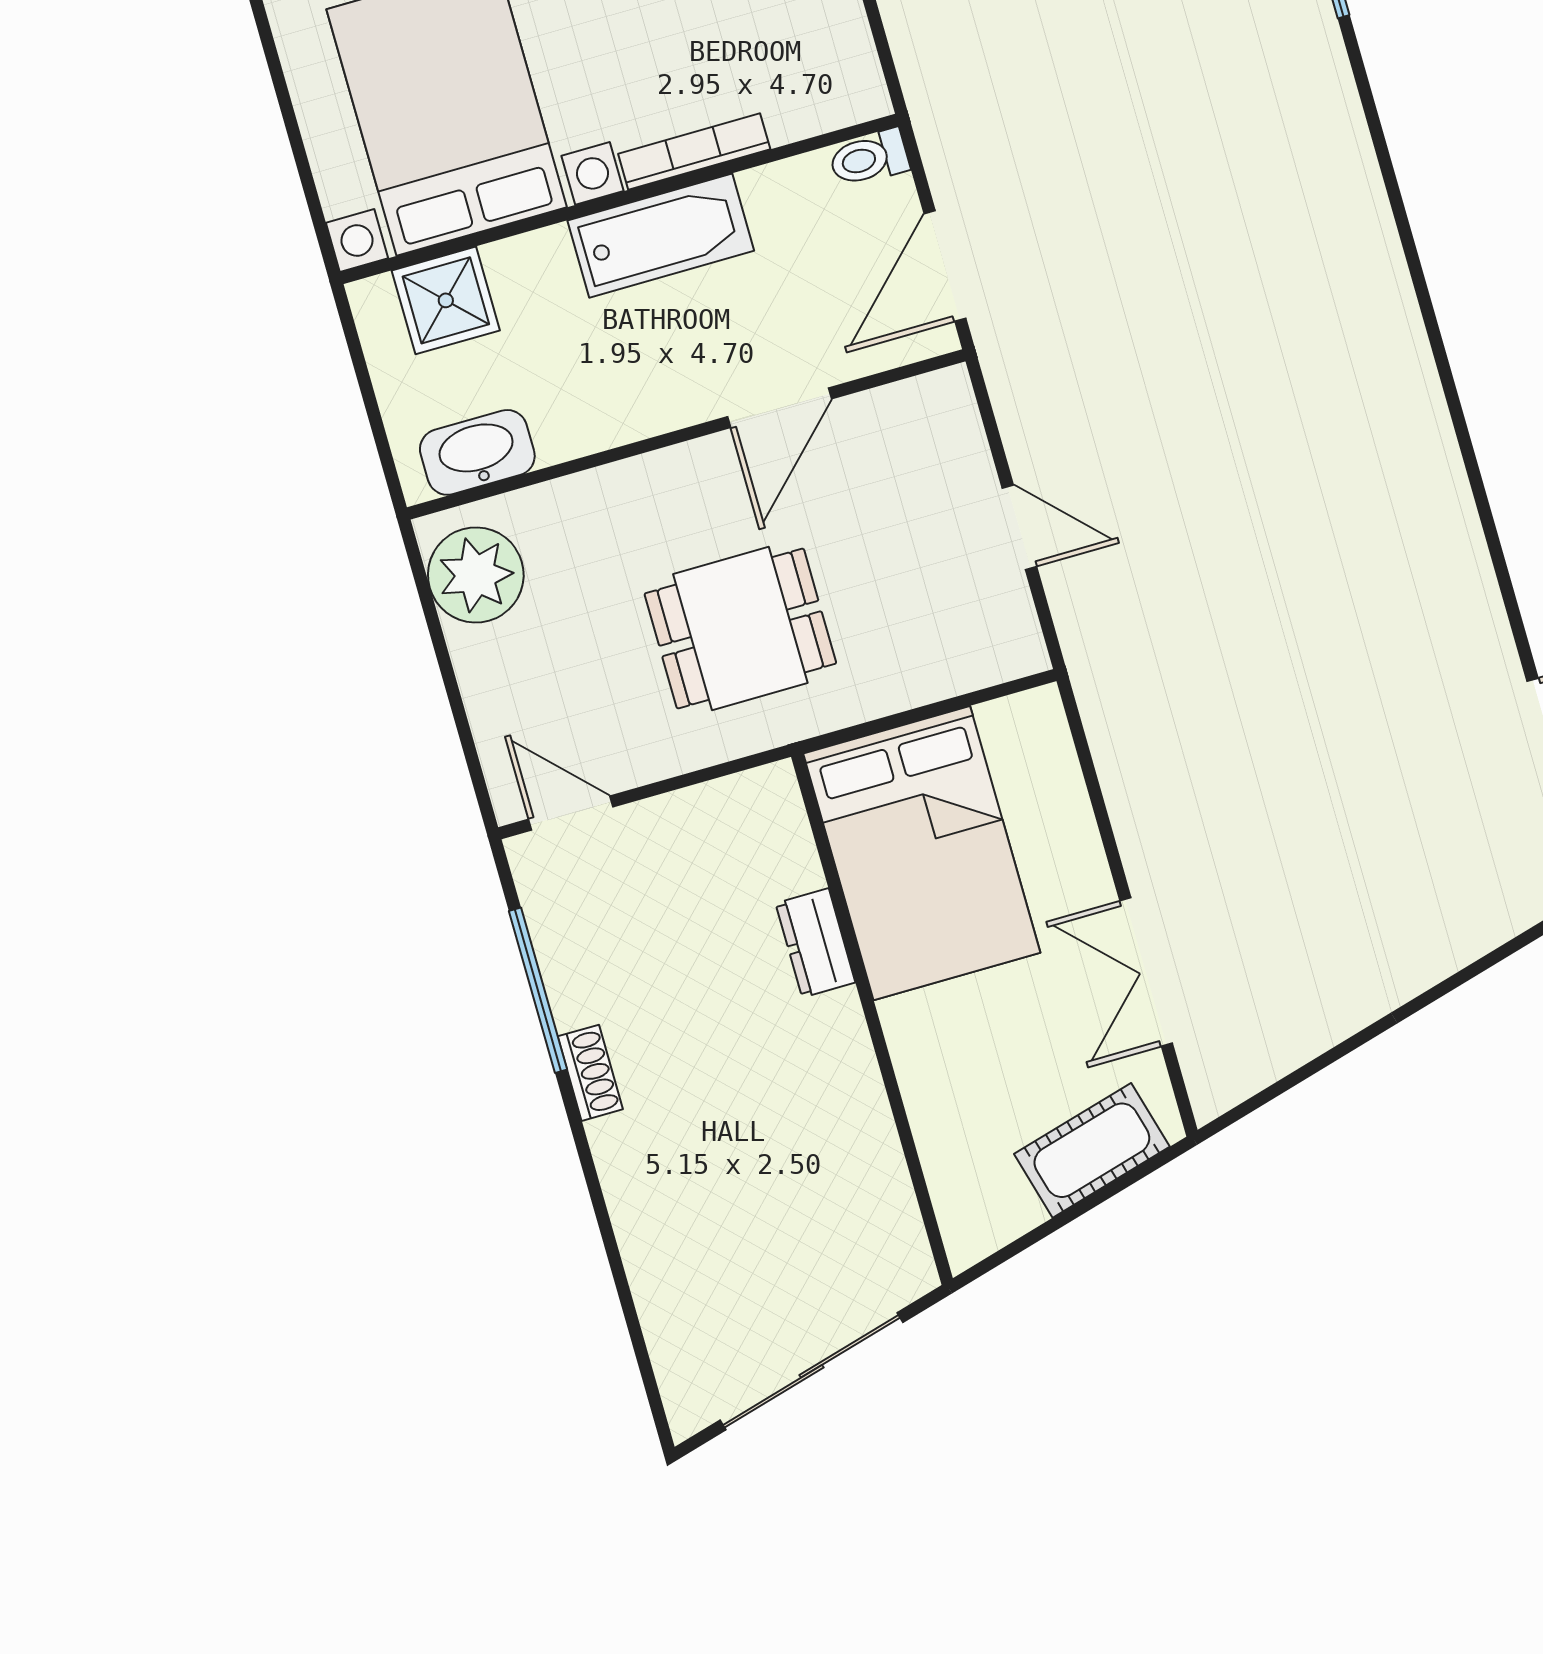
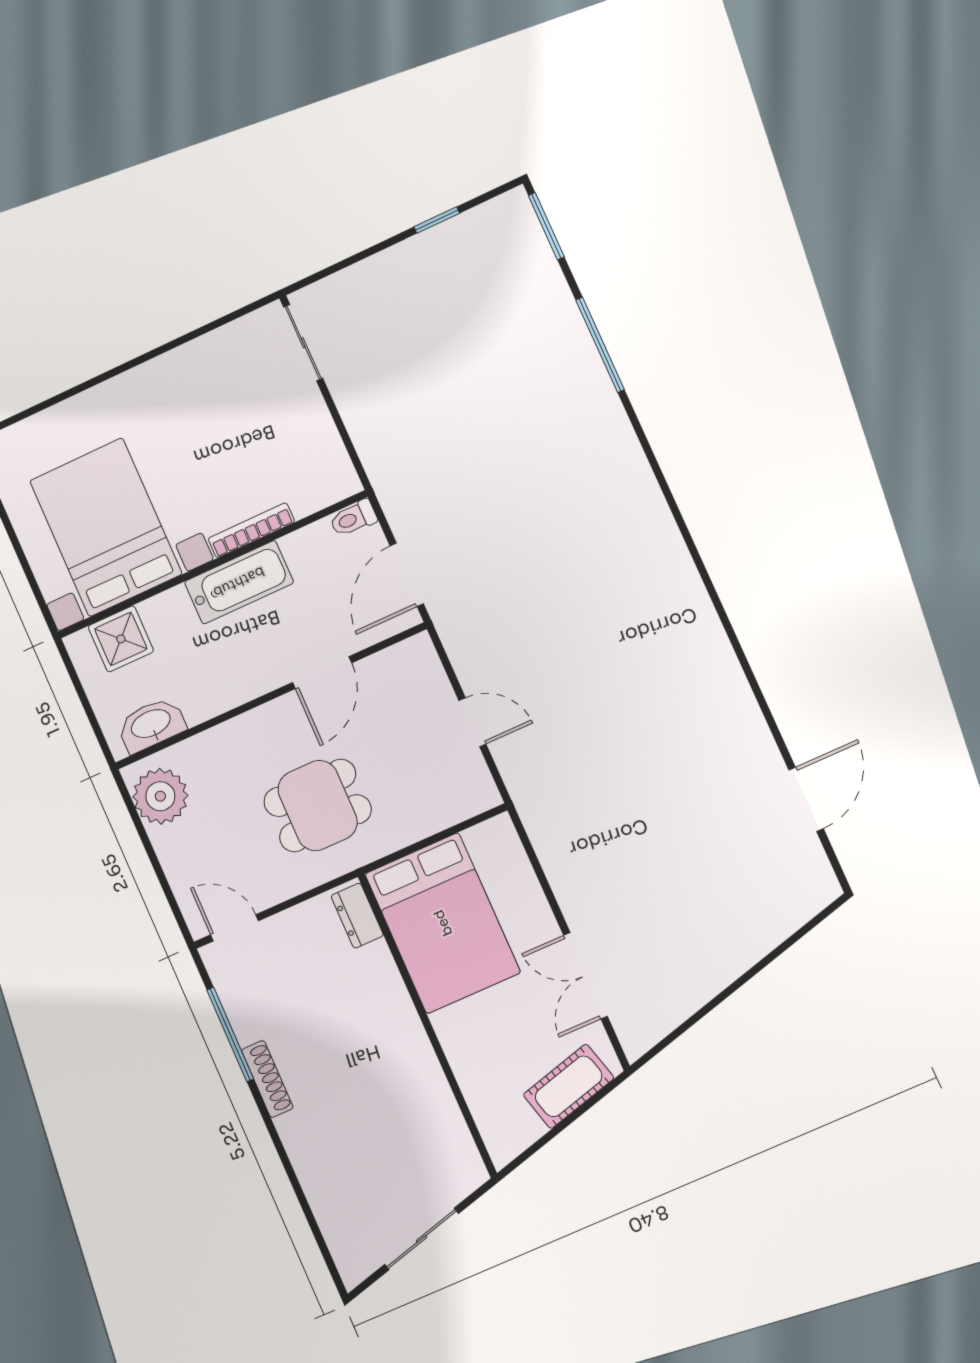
dresser: (815, 943) -> (357, 916), moved
shoe rack: (590, 1073) -> (267, 1079), width x1.43
sliding door: (811, 1371) -> (421, 1239), width x0.73

